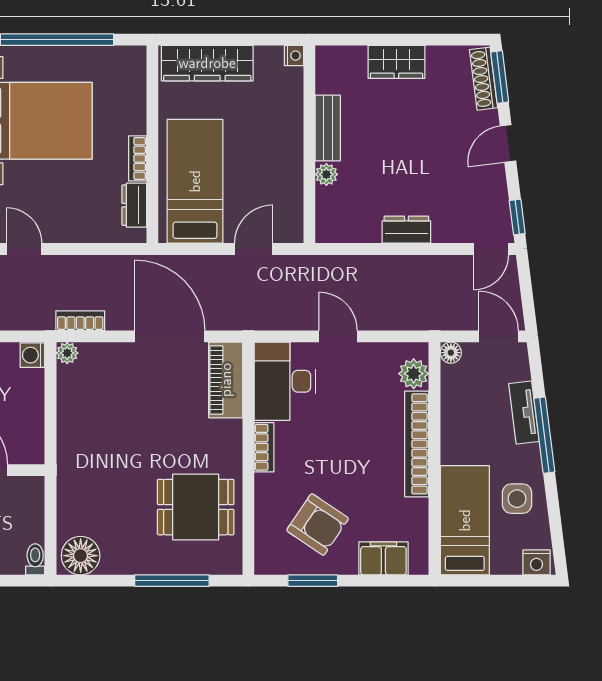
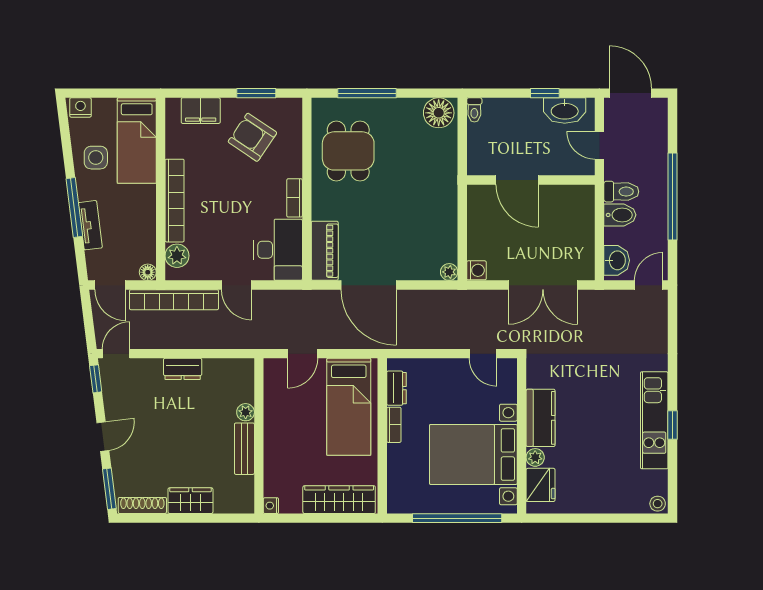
shoe rack: (484, 79) -> (142, 505), moved, turned -83
bookcase: (80, 321) -> (174, 300), moved, width x2.31, depth x1.31
dining table: (196, 507) -> (348, 151), turned 90

